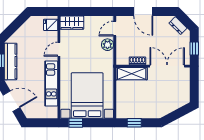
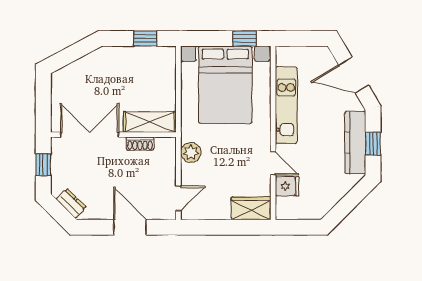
fridge: (51, 25) -> (287, 186), moved
plant: (107, 45) -> (191, 152), moved
door: (59, 49) -> (273, 163), hinge flipped
double door: (167, 66) -> (90, 135), swing flipped

